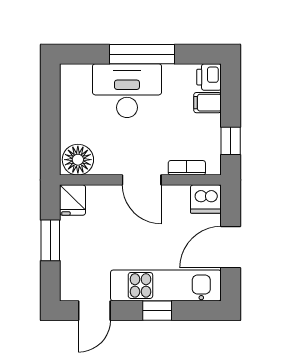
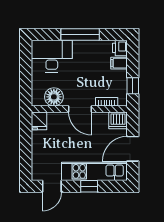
desk: (127, 91) -> (52, 56), moved
floor lamp: (78, 160) -> (54, 97), moved
window: (50, 240) -> (26, 145), removed

